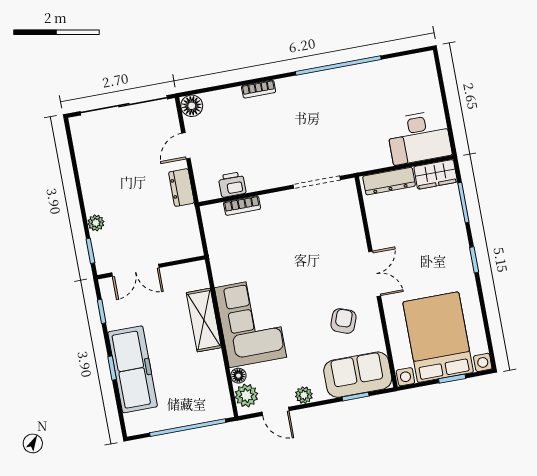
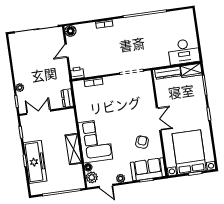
printer: (232, 184) -> (77, 73), moved
dresser: (181, 188) -> (67, 98), moved
double door: (135, 270) -> (39, 112), swing flipped
shelving: (204, 320) -> (73, 149), moved

